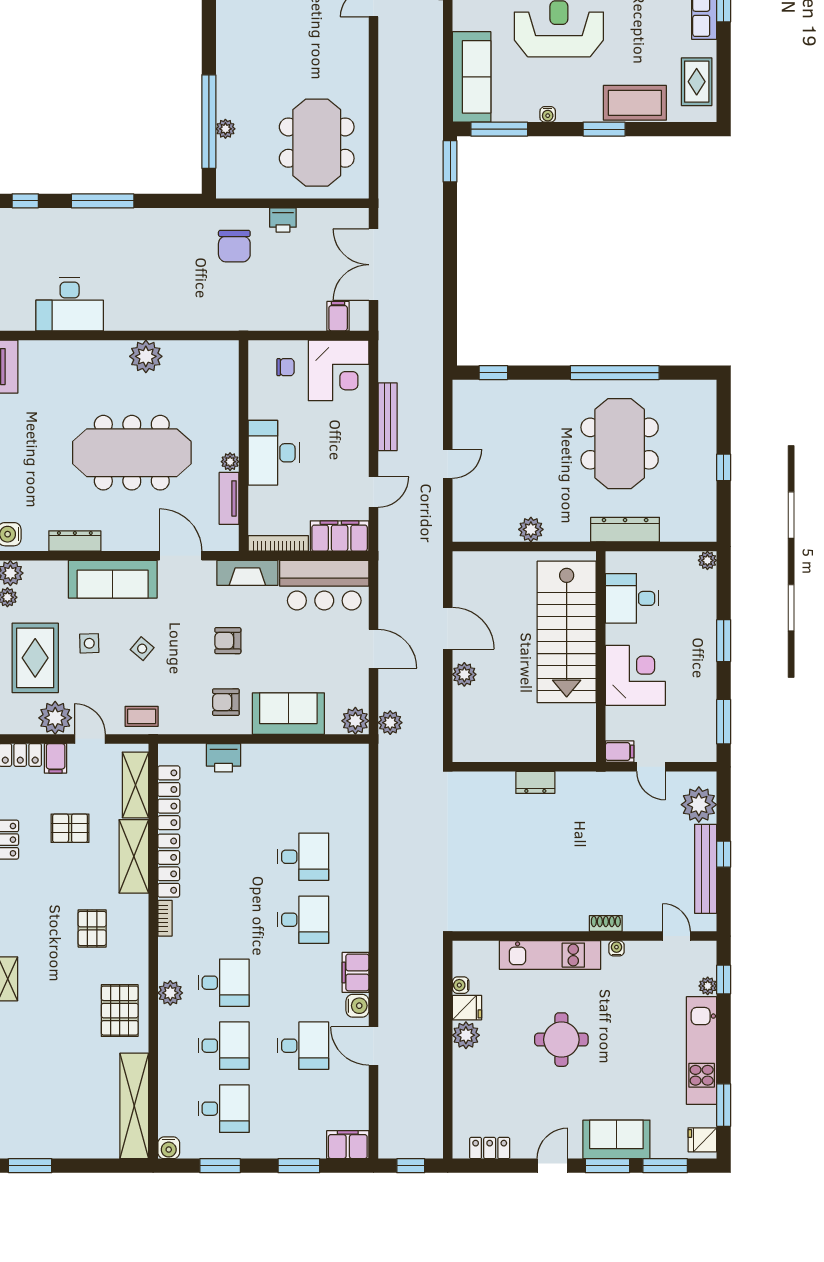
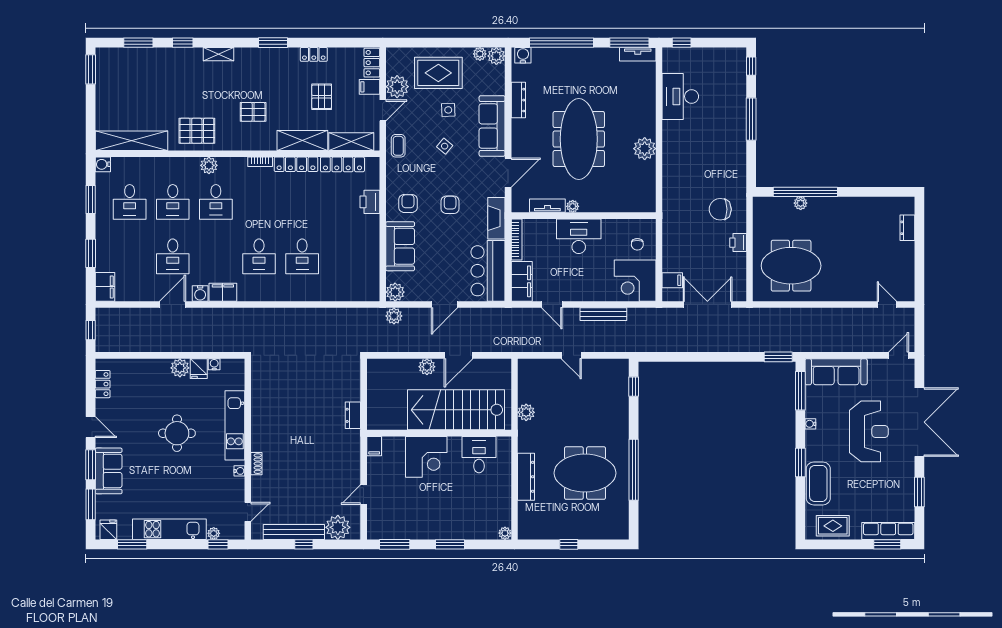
desk: (632, 598) -> (479, 455), moved
stairs: (567, 632) -> (456, 410), moved
wall: (601, 657) -> (439, 433), moved
corner desk: (635, 675) -> (426, 457), moved
filing cabinet: (620, 752) -> (374, 446), moved

